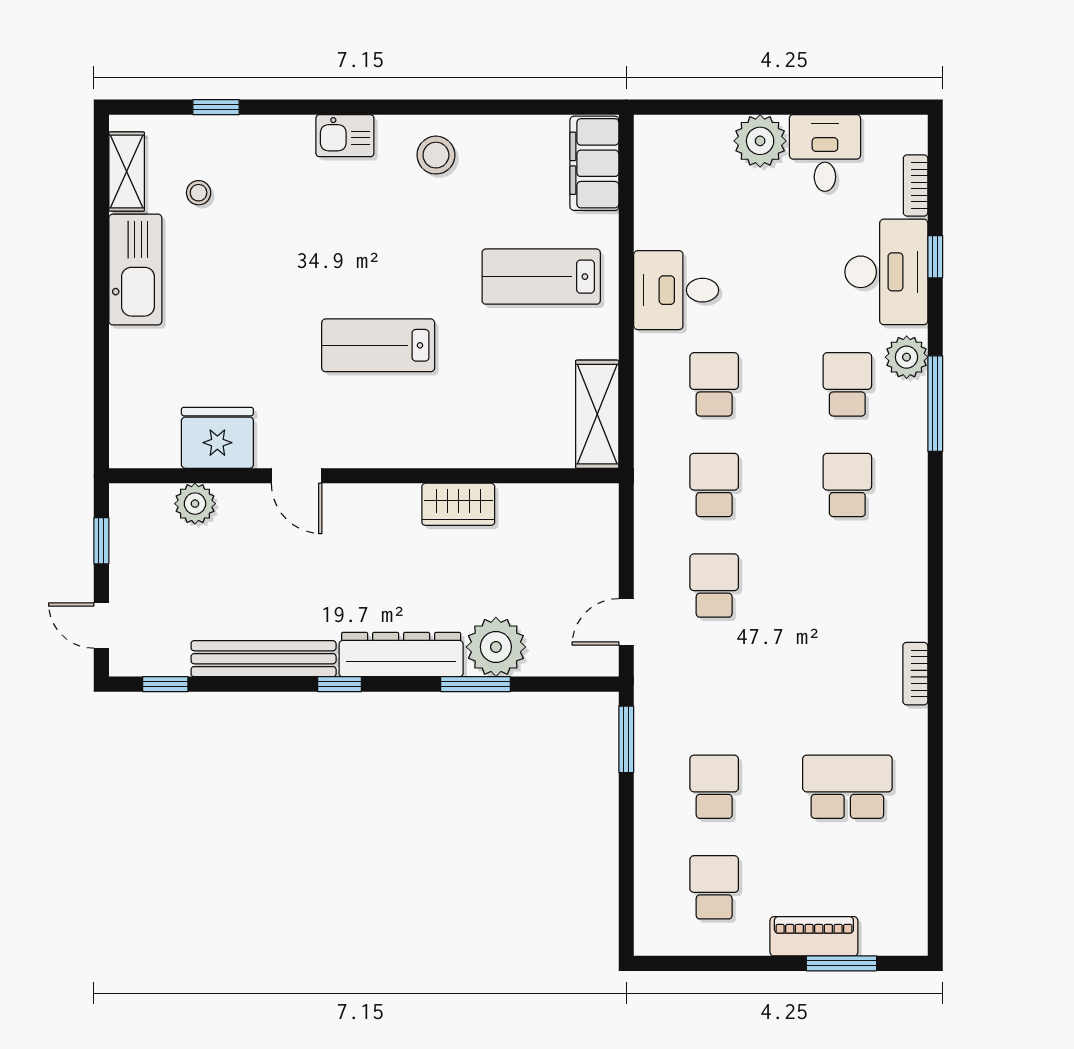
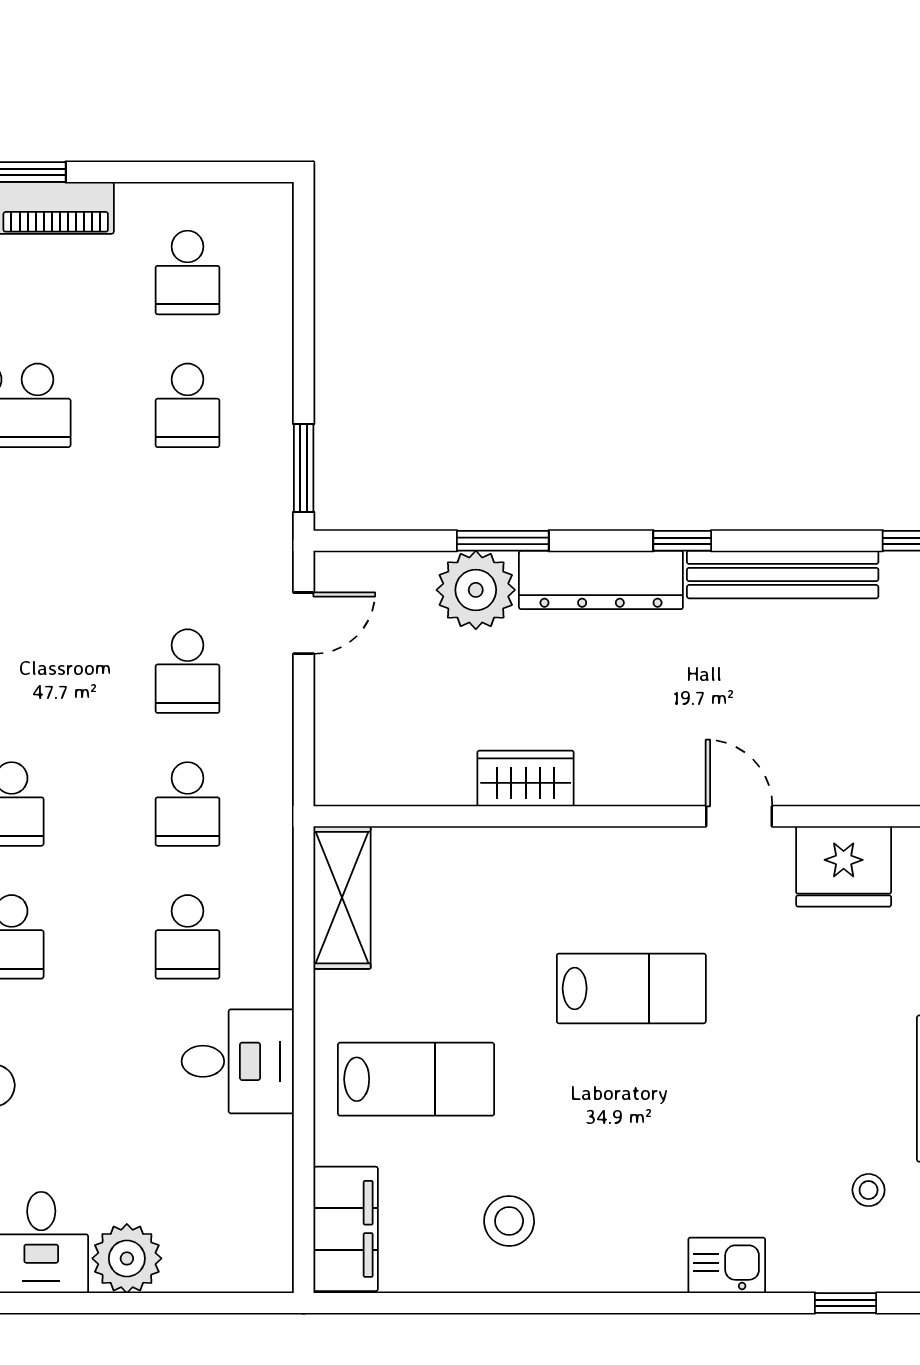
kitchen sink: (345, 136) -> (727, 1265), moved
stool: (436, 155) -> (509, 1221), moved
plant: (195, 504) -> (873, 779), removed

